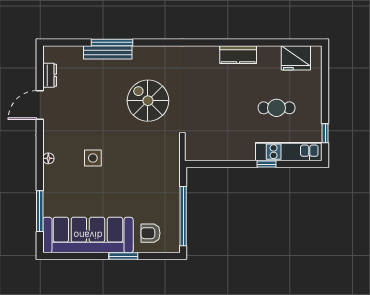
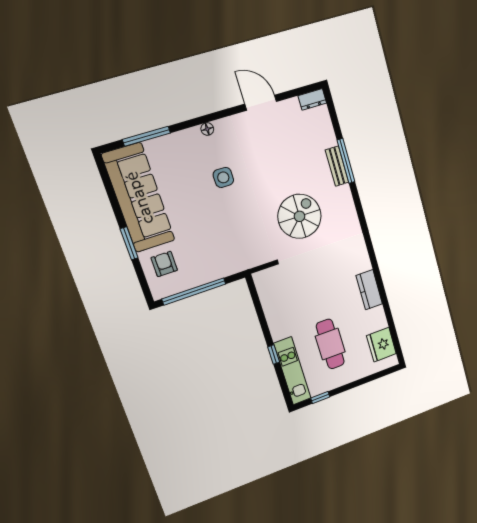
bench: (108, 52) -> (337, 166), width x0.73
dresser: (50, 75) -> (312, 99), moved
cafe table: (277, 108) -> (330, 344), width x1.37, depth x1.35

